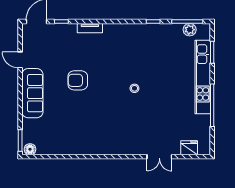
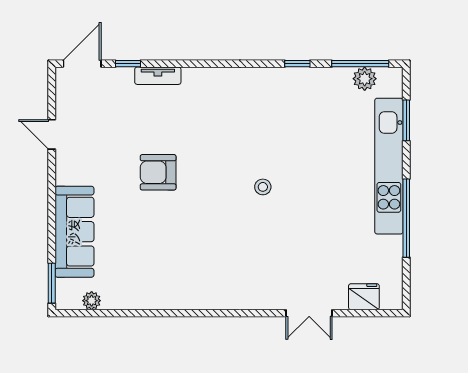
tv unit: (90, 28) -> (158, 76), moved
sofa: (32, 93) -> (74, 232), moved
floor lamp: (30, 149) -> (70, 299), removed
plant: (42, 150) -> (92, 301), added

